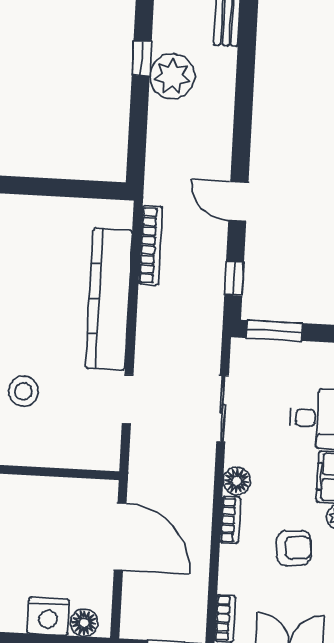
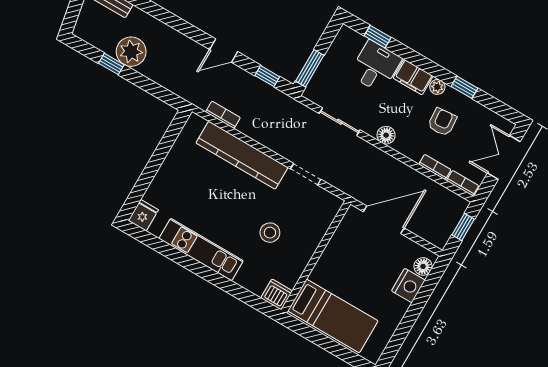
bookcase: (151, 245) -> (223, 115), width x0.64
bookcase: (230, 520) -> (435, 167), moved

